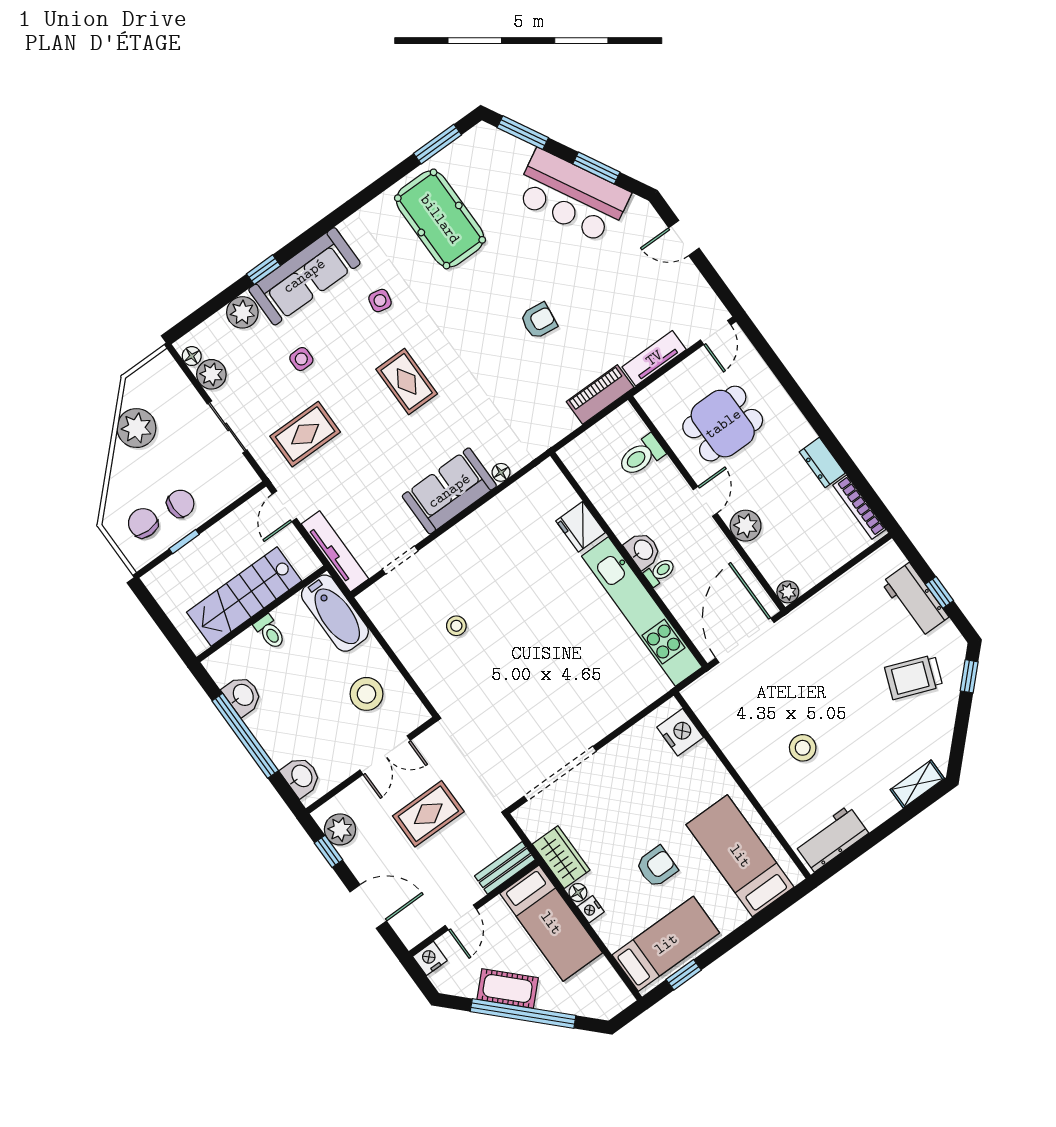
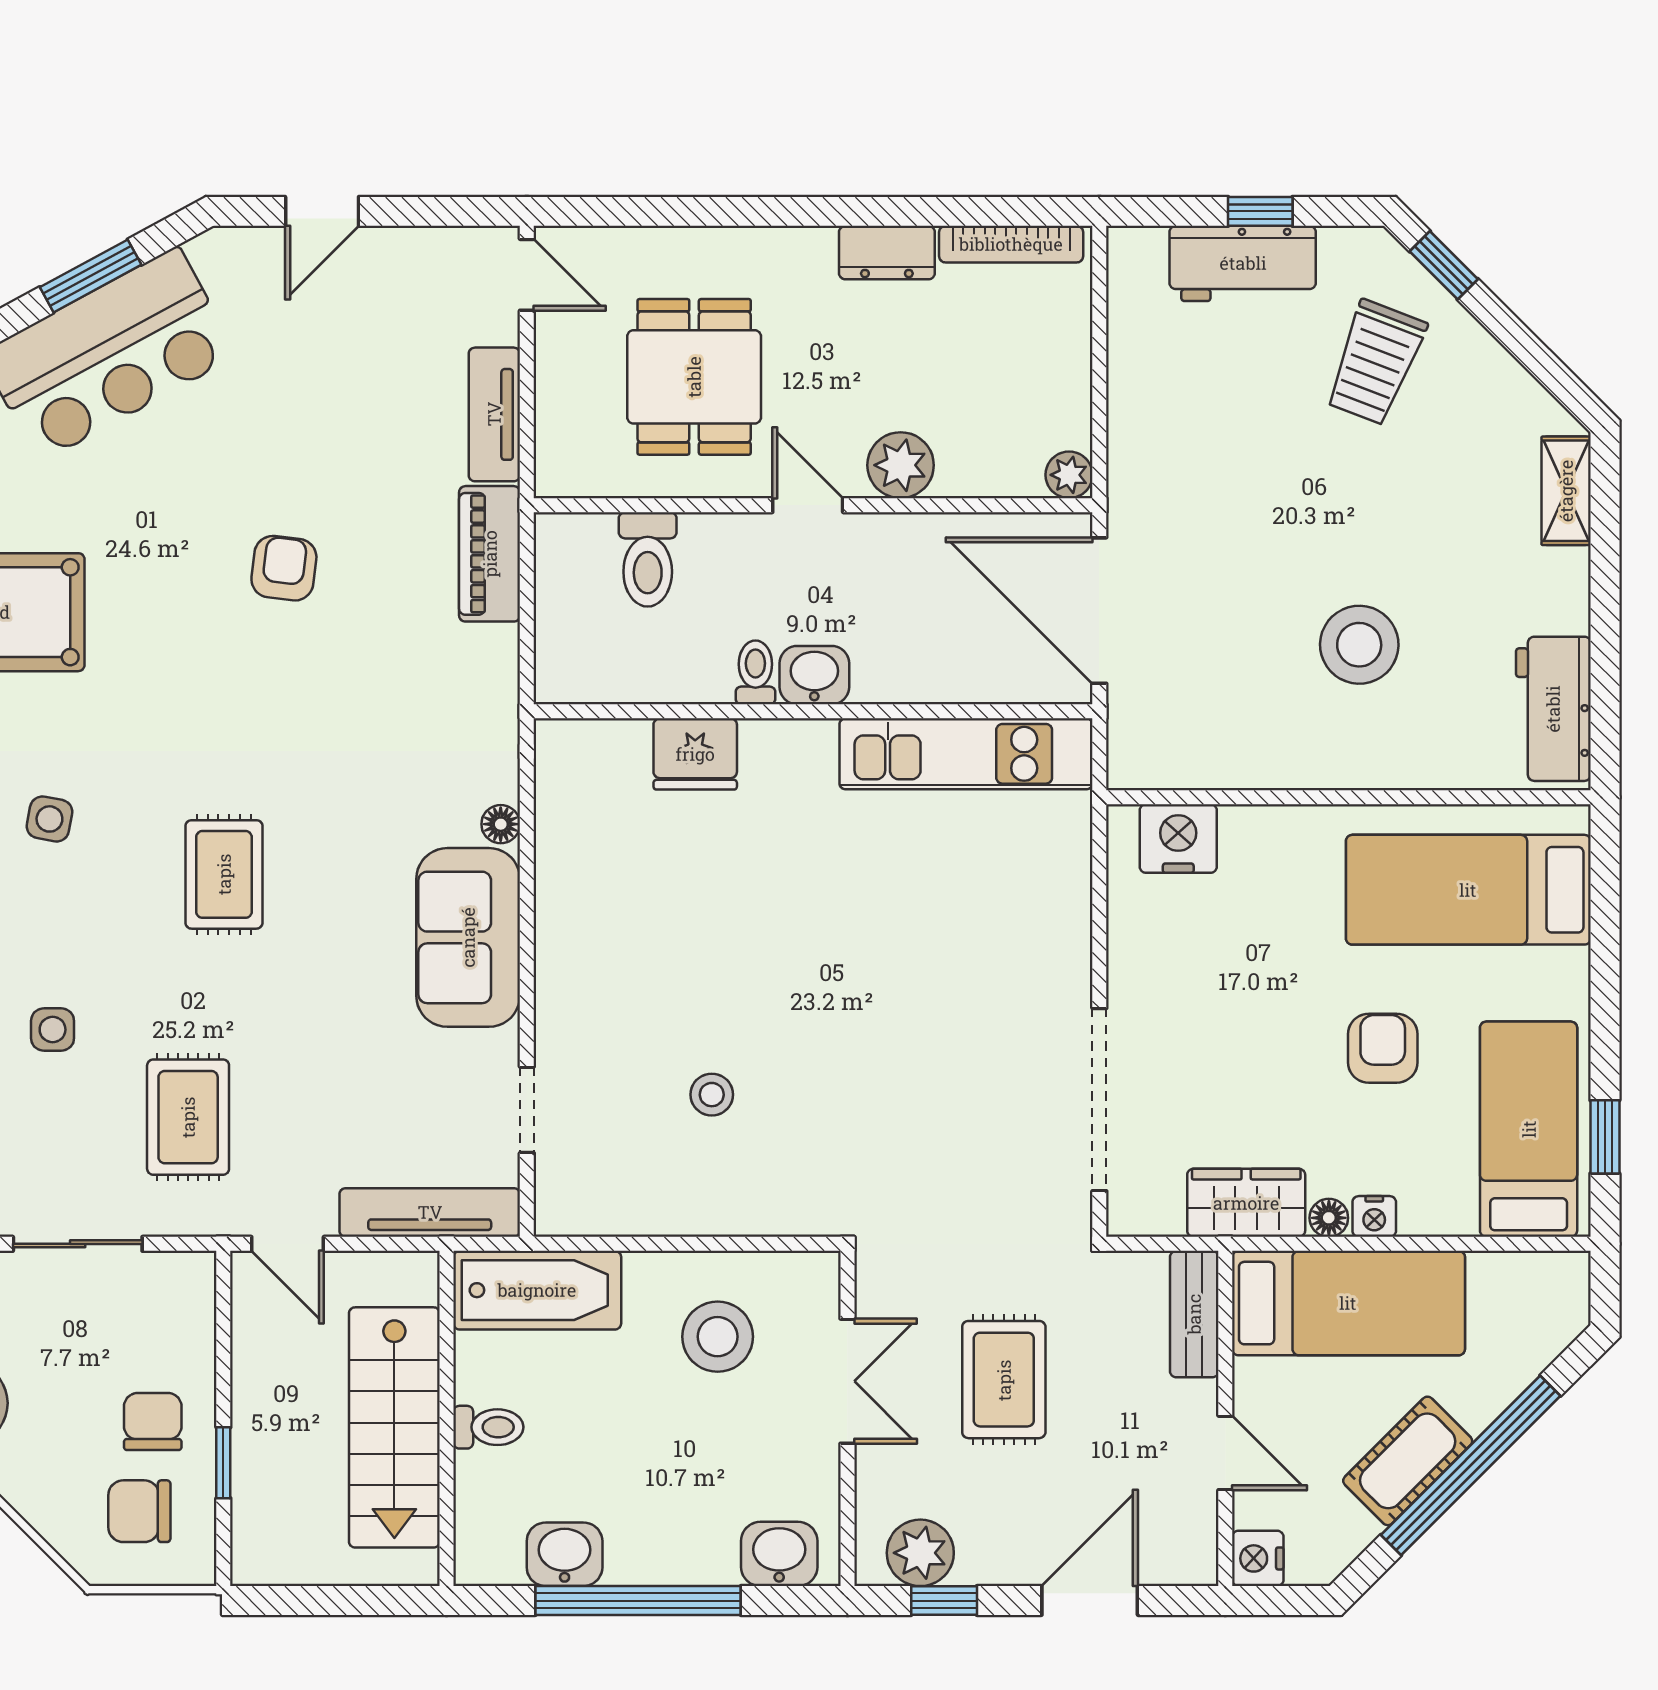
rug: (407, 382) -> (224, 874), turned 90
toilet: (660, 572) -> (755, 672), moved
kitchen unit: (642, 612) -> (966, 754), width x0.73
stool: (803, 748) -> (1359, 645), width x1.38, depth x1.38

